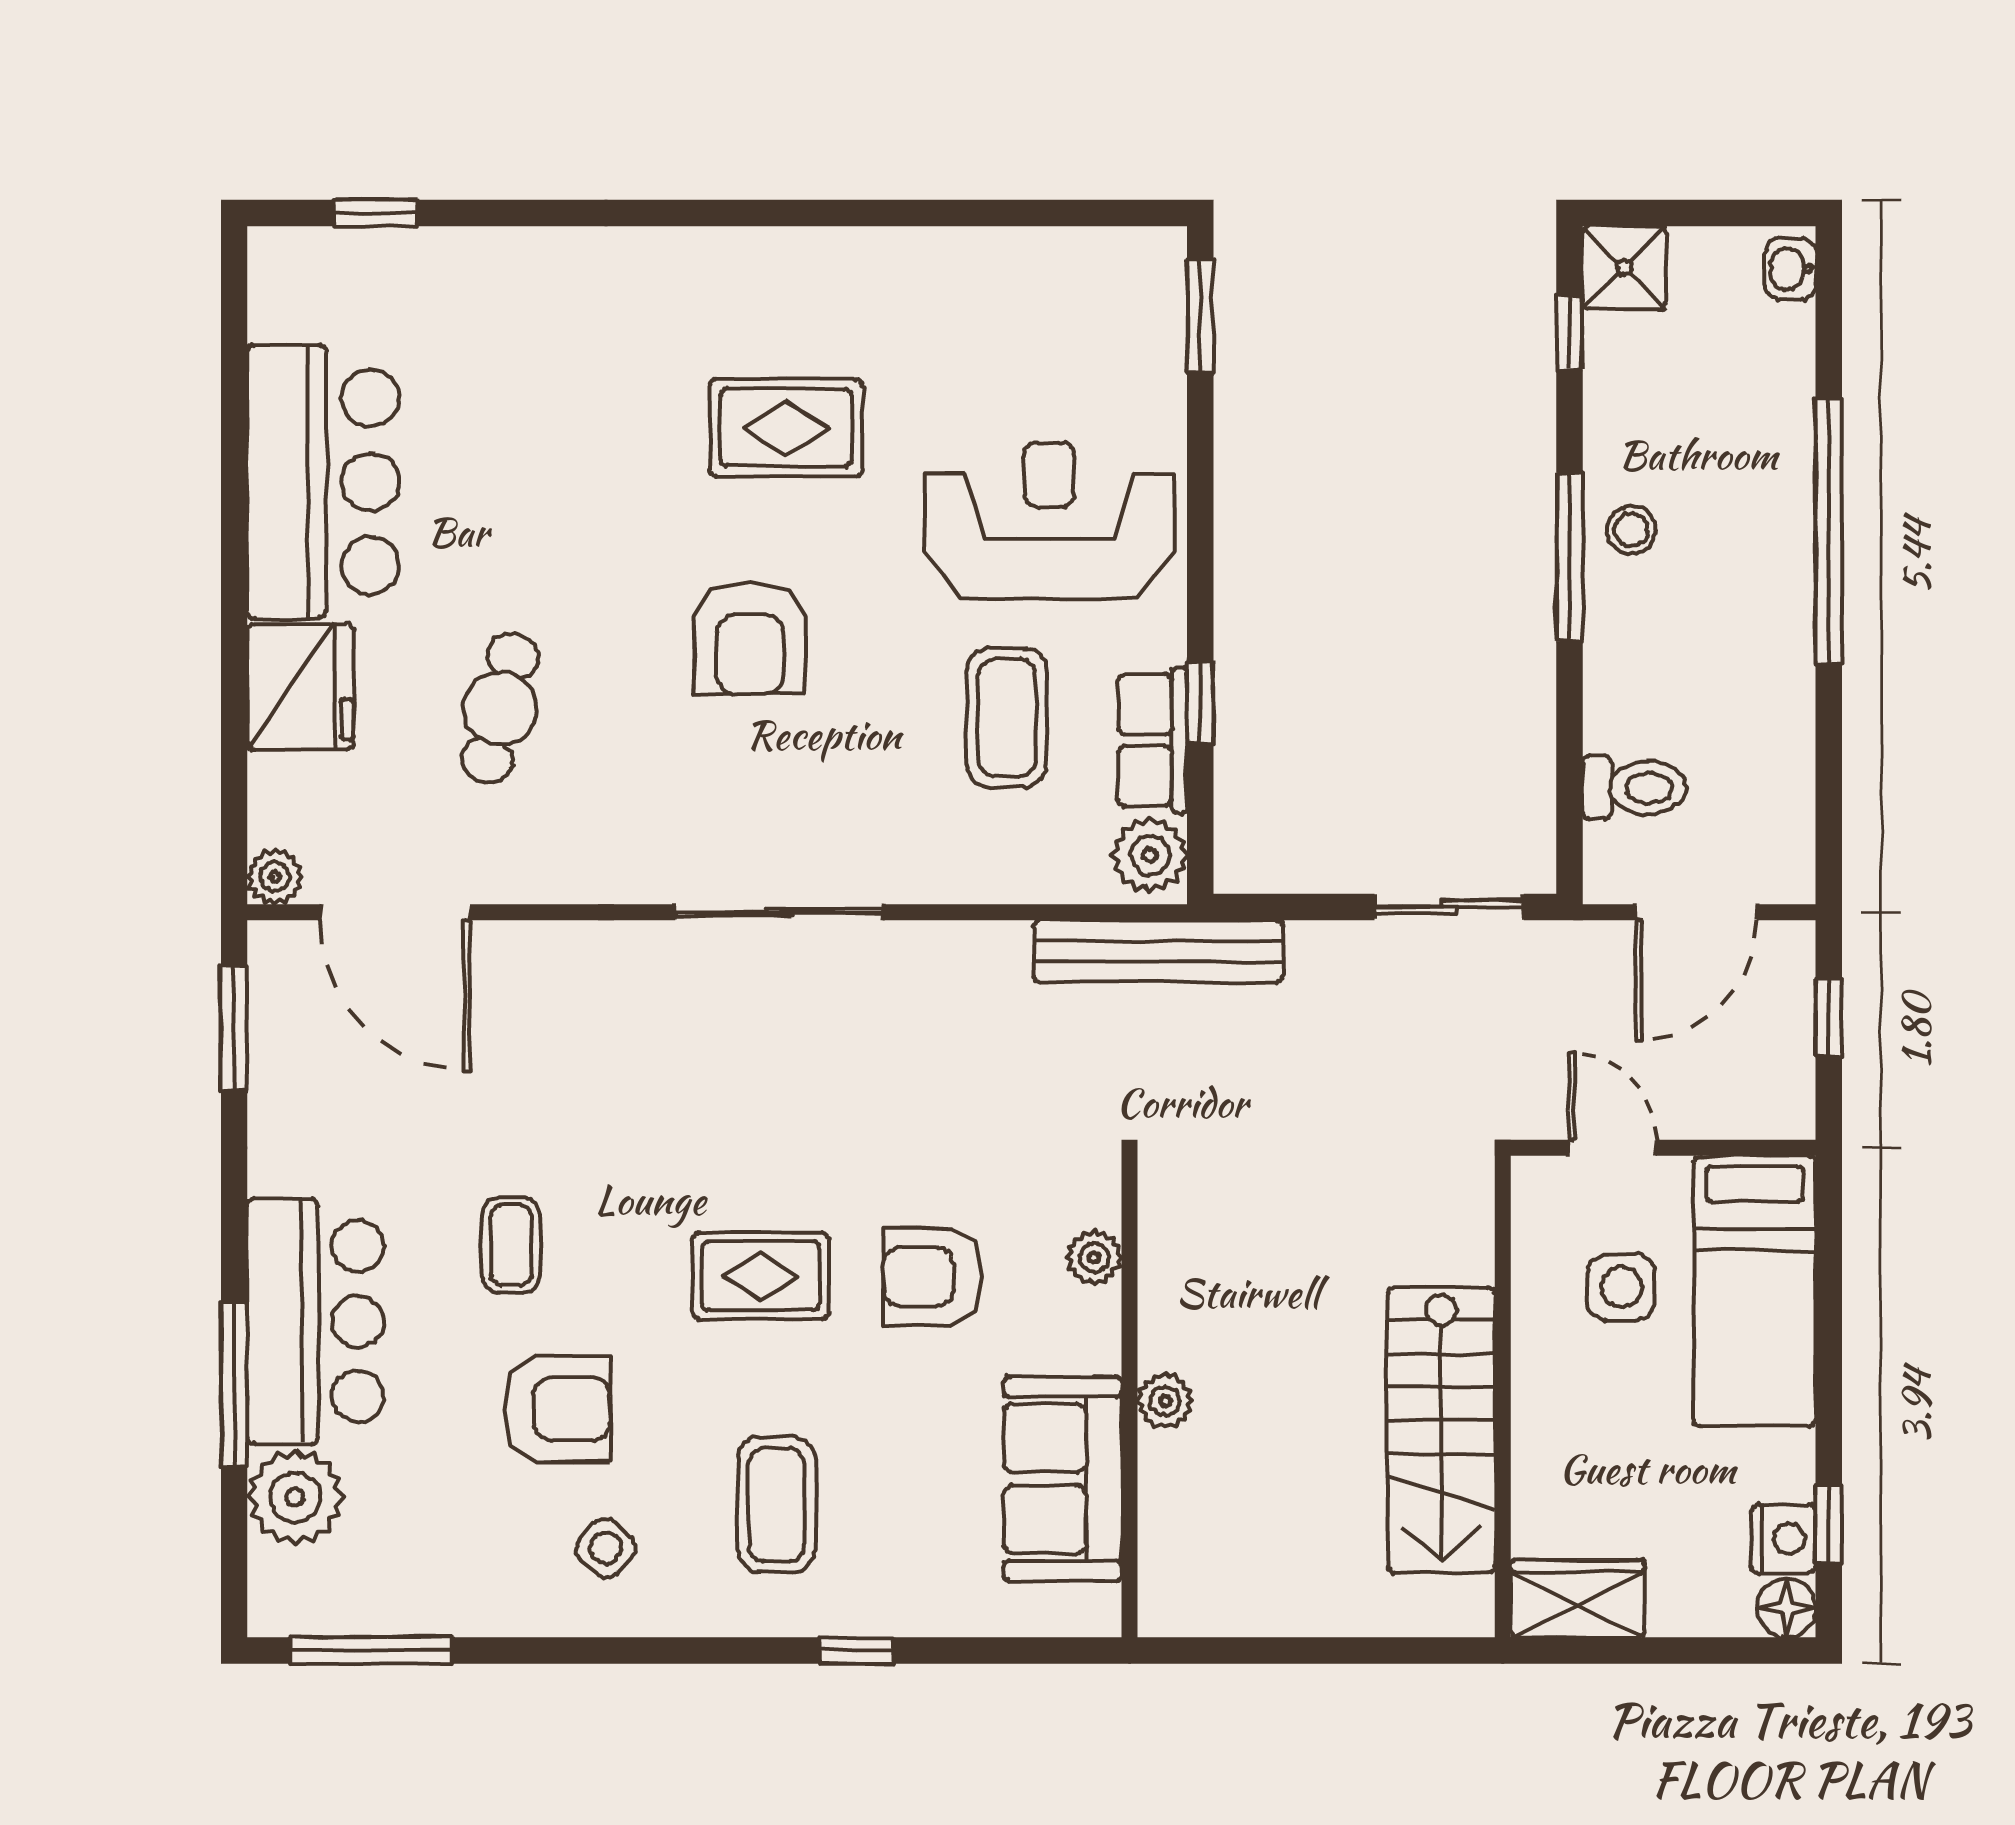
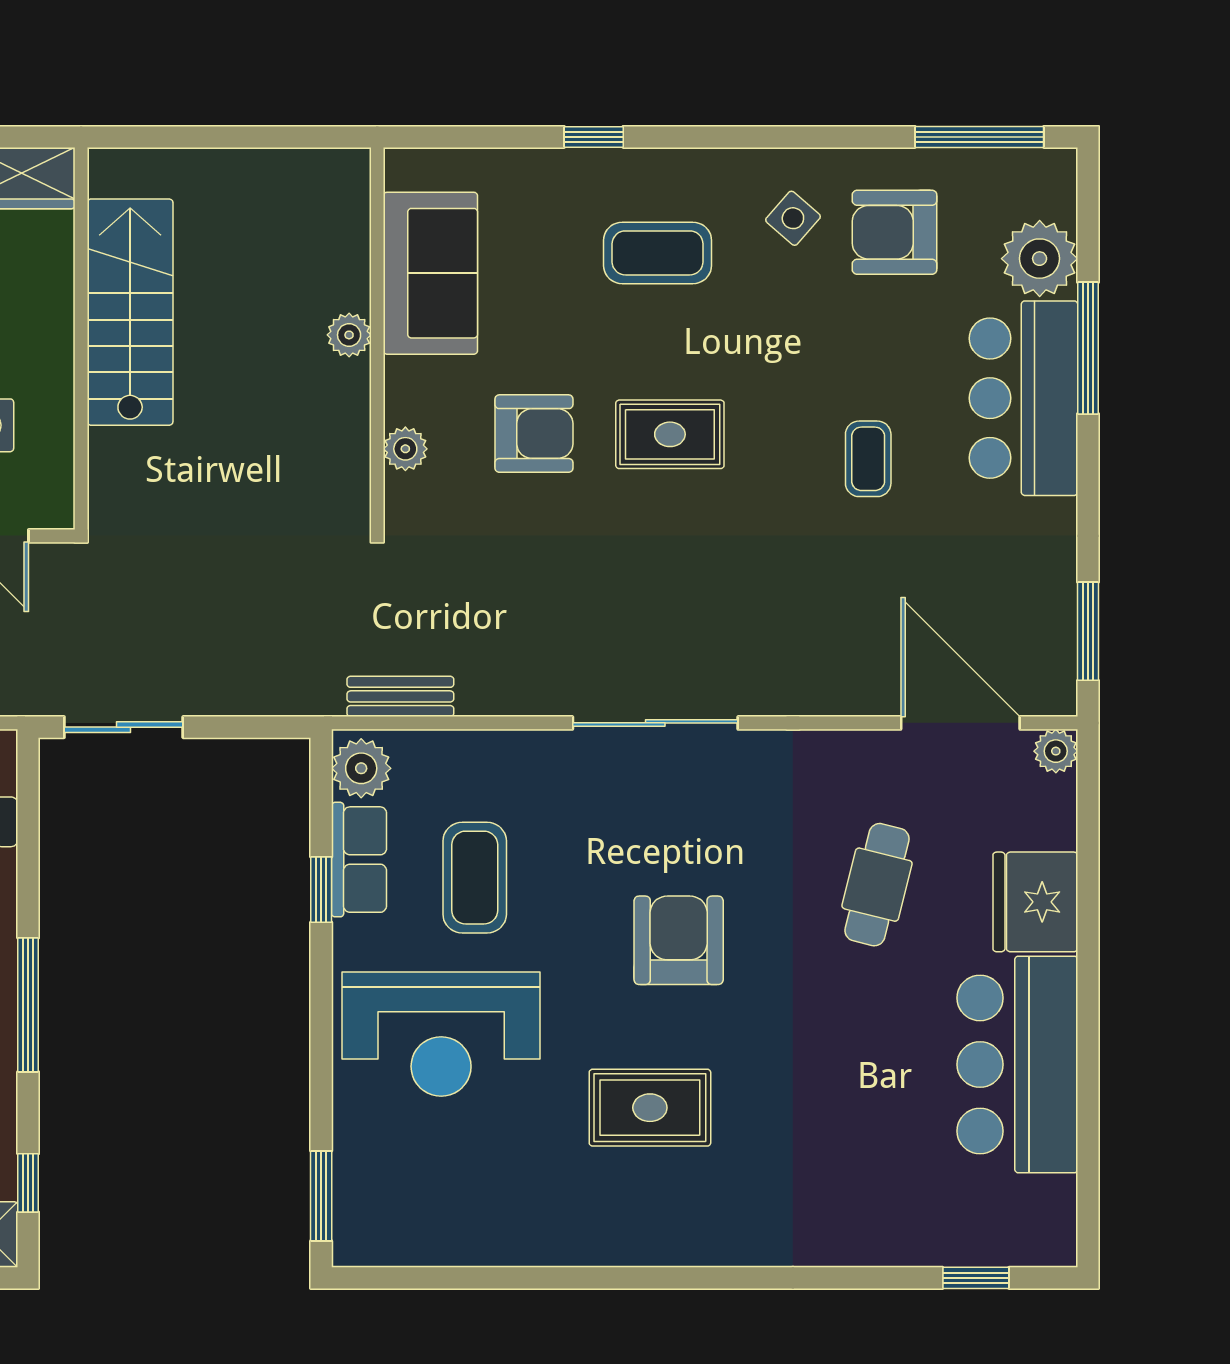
bench: (1158, 951) -> (400, 696), width x0.54, depth x0.82
armchair: (557, 1409) -> (895, 232), moved
coffee table: (776, 1504) -> (658, 253), turned 90

